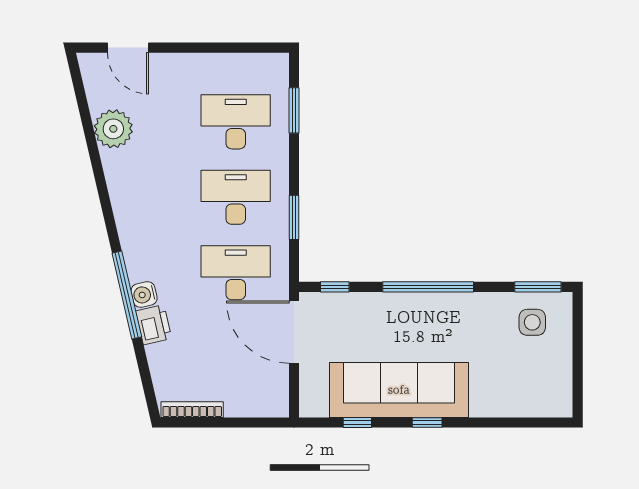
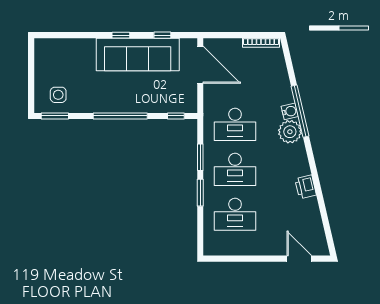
window: (294, 110) -> (200, 193), moved
plant: (113, 129) -> (290, 132), moved
printer: (154, 325) -> (306, 187), moved
door: (294, 332) -> (200, 65), moved

